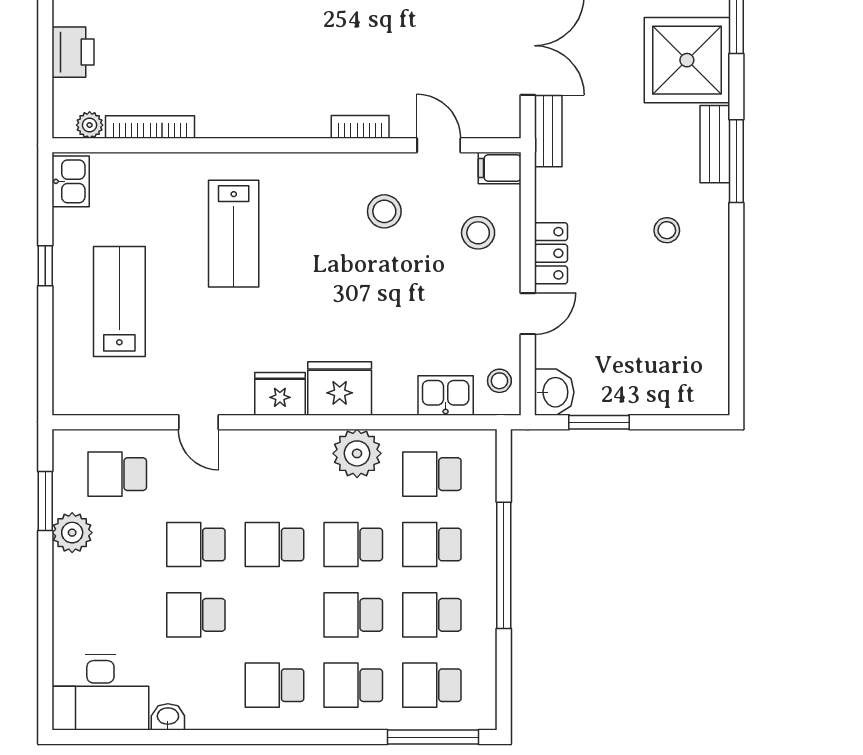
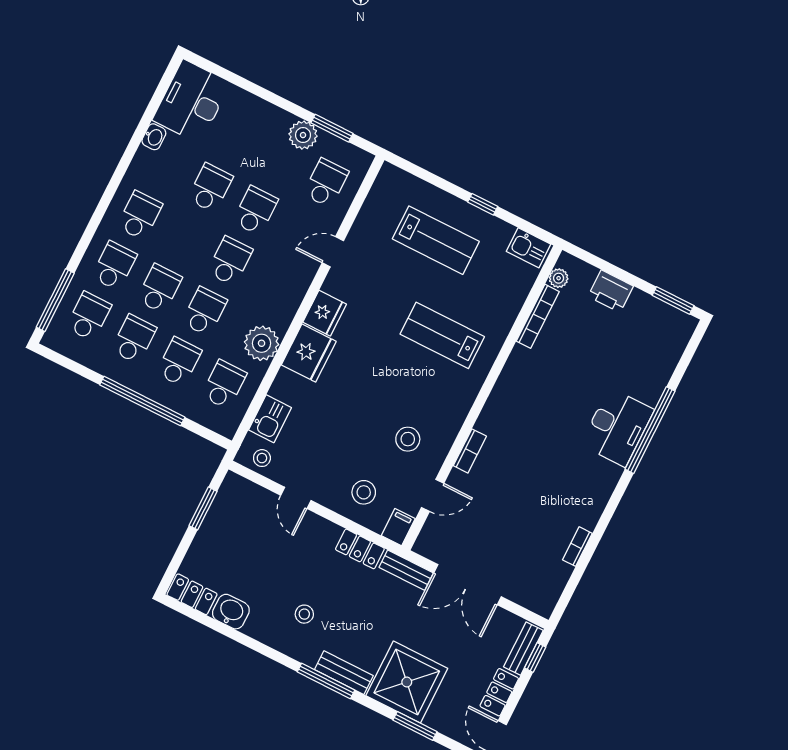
locker: (551, 253) -> (360, 549), moved
locker: (713, 382) -> (192, 594), added
washbasin: (554, 392) -> (231, 612), moved, turned 180

